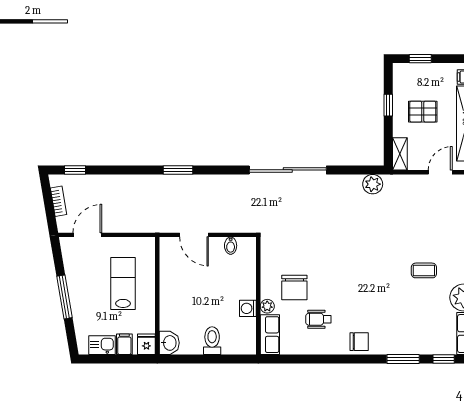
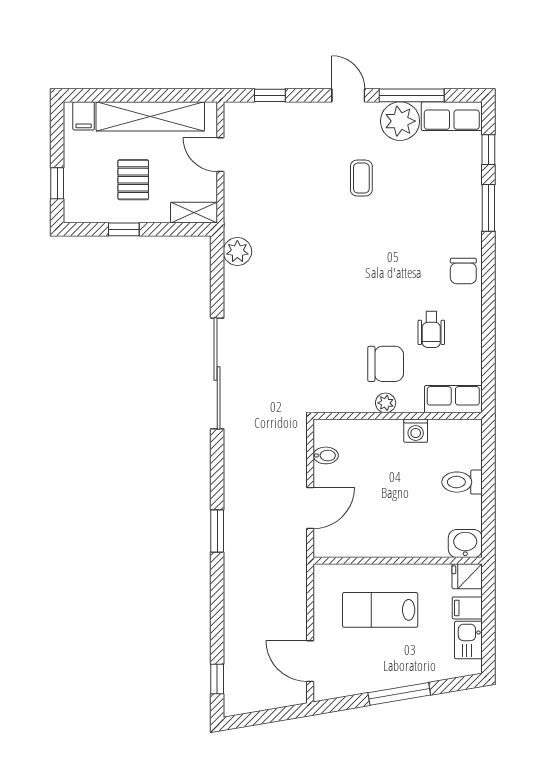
bookcase: (59, 201) -> (262, 702), removed
plant: (267, 306) -> (386, 403), moved
chair: (359, 342) -> (463, 271), turned 180

